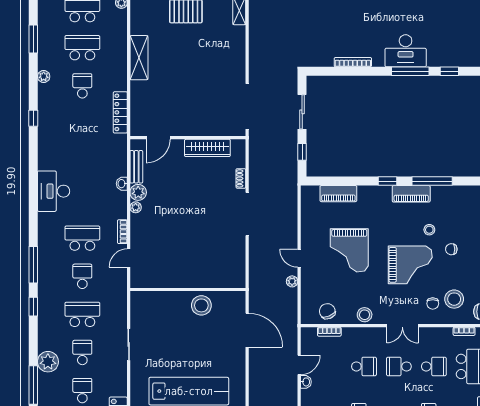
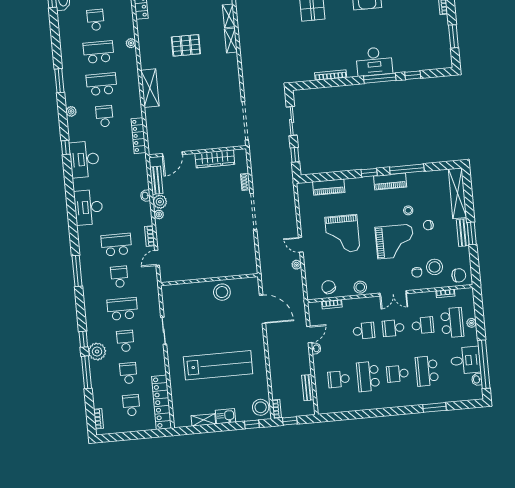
desk: (54, 134) -> (84, 159), added
window: (33, 307) -> (83, 339), moved

